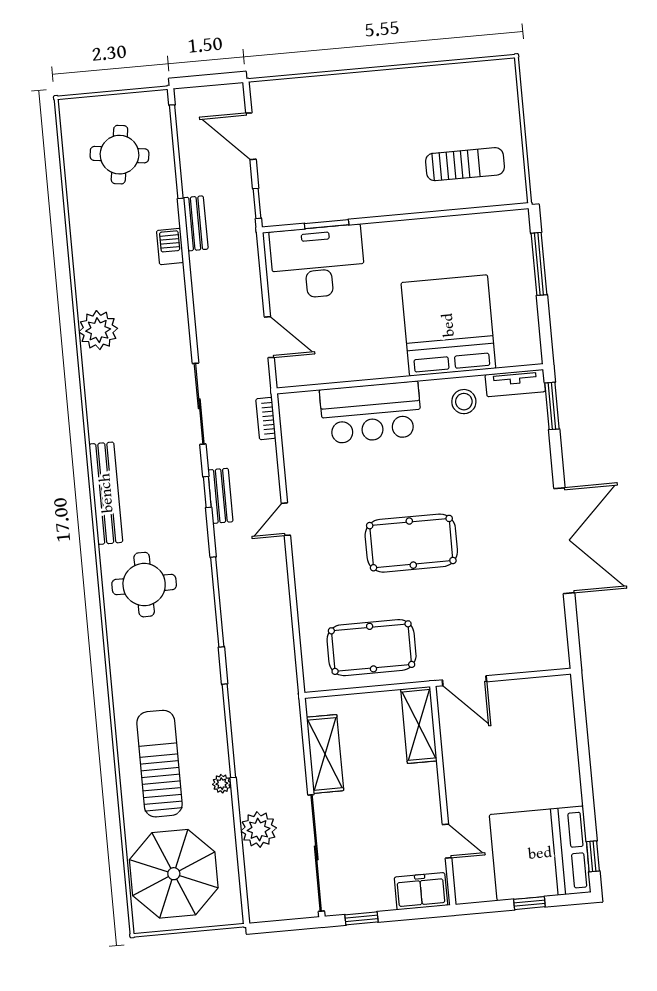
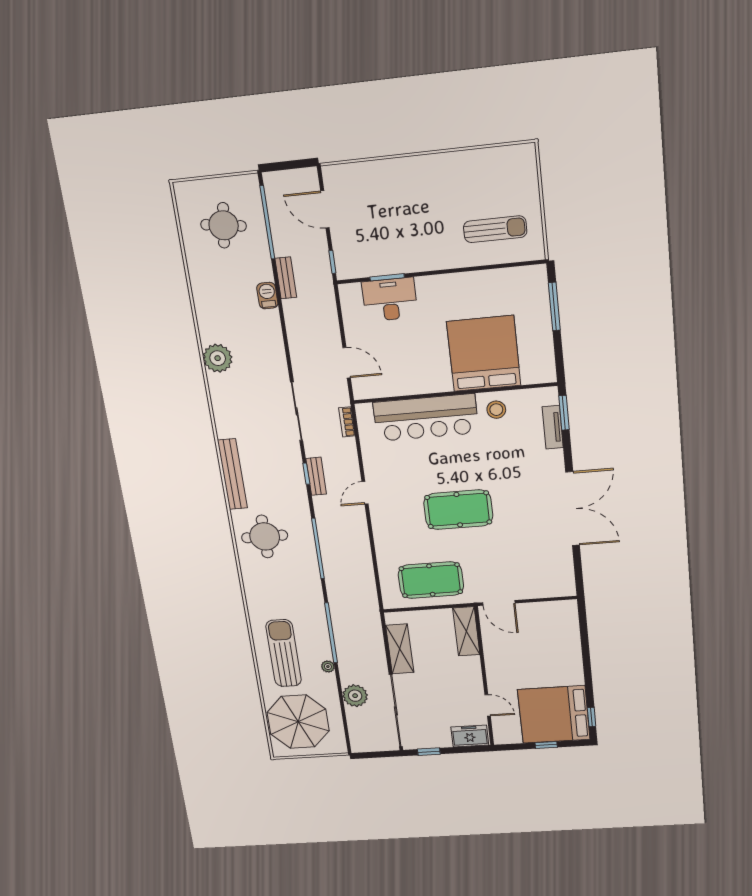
desk: (318, 262) -> (390, 300), width x0.73, depth x0.77
tv unit: (515, 383) -> (553, 427), moved, turned 90
bar counter: (371, 413) -> (426, 418), width x1.36

